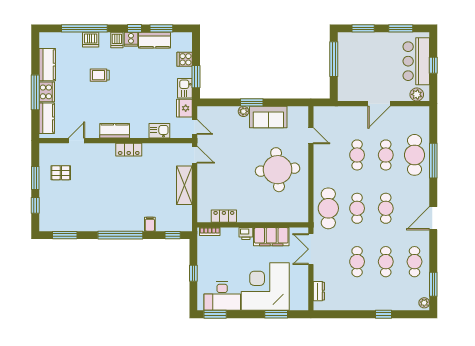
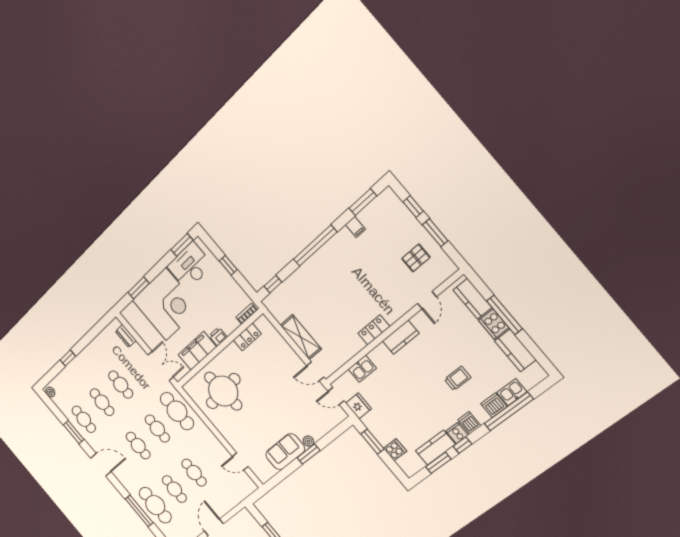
kitchen sink: (185, 88) -> (512, 392), moved, turned -90
round table: (278, 170) -> (223, 391), moved
door: (433, 218) -> (101, 465), hinge flipped
filing cabinet: (150, 224) -> (355, 227), moved
window: (433, 284) -> (74, 432), moved

